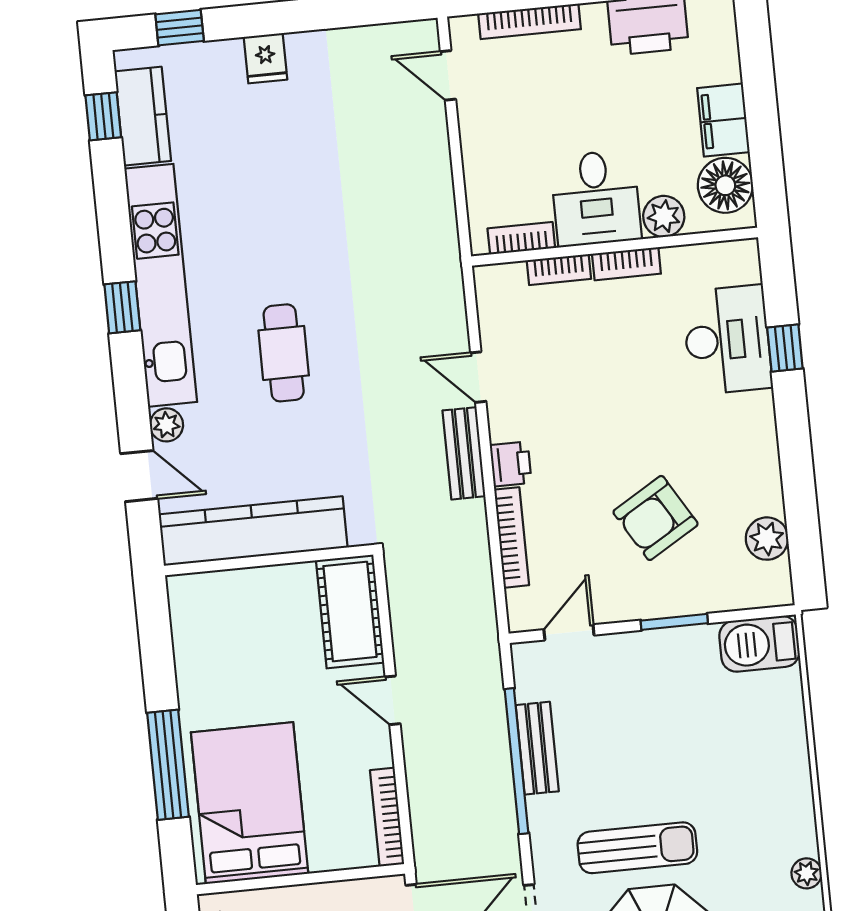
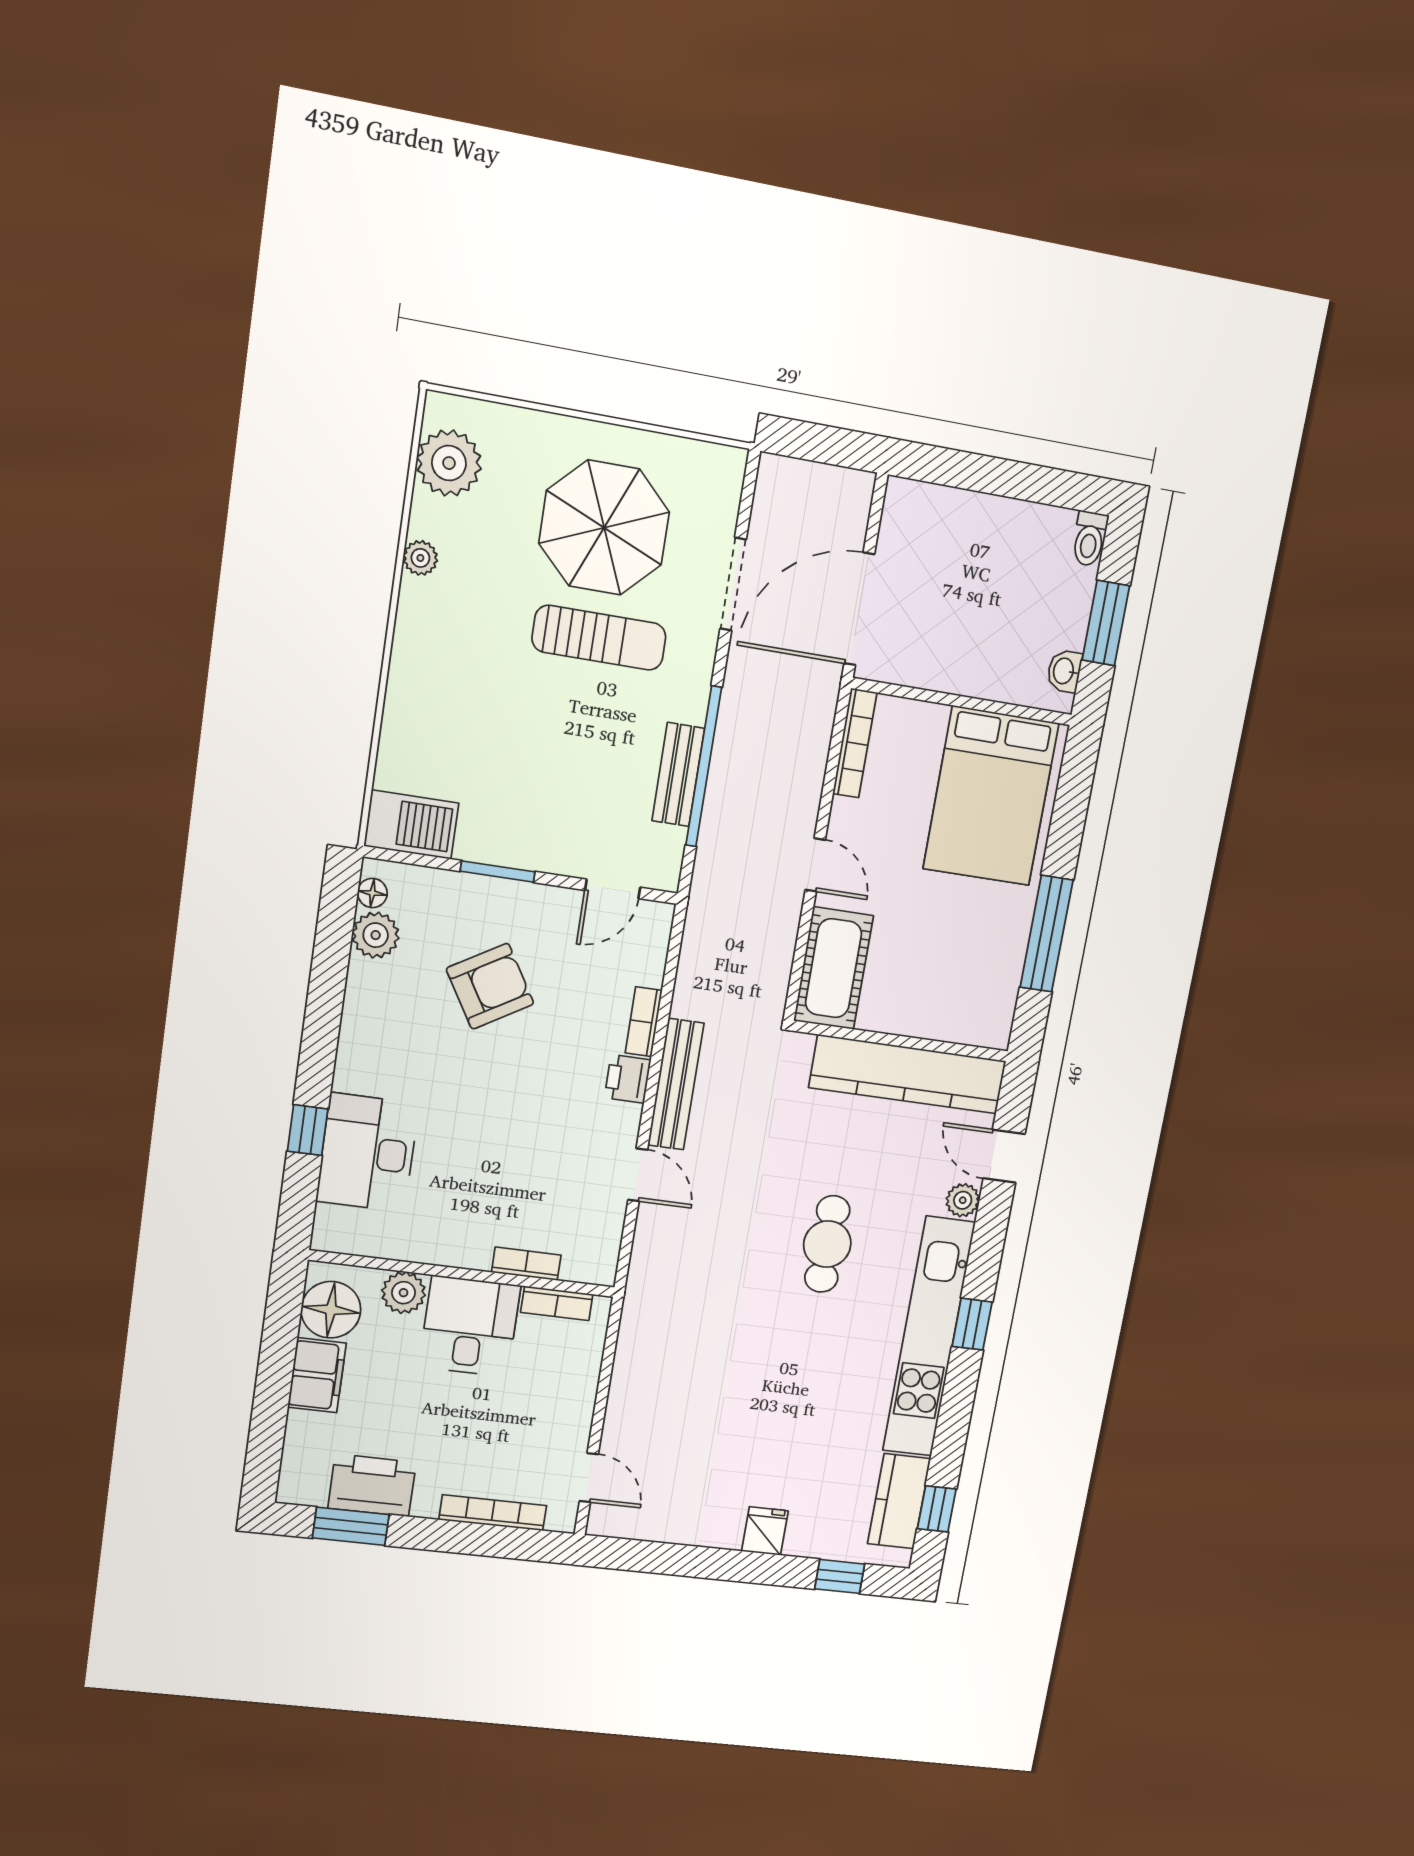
bookcase: (626, 264) -> (455, 1254), removed
bench: (464, 453) -> (676, 1084), width x1.36
bookcase: (512, 537) -> (644, 1022), width x0.64
floor lamp: (779, 575) -> (372, 893), added
window: (168, 765) -> (1047, 934), moved
sun lounger: (637, 848) -> (599, 638), turned 180

